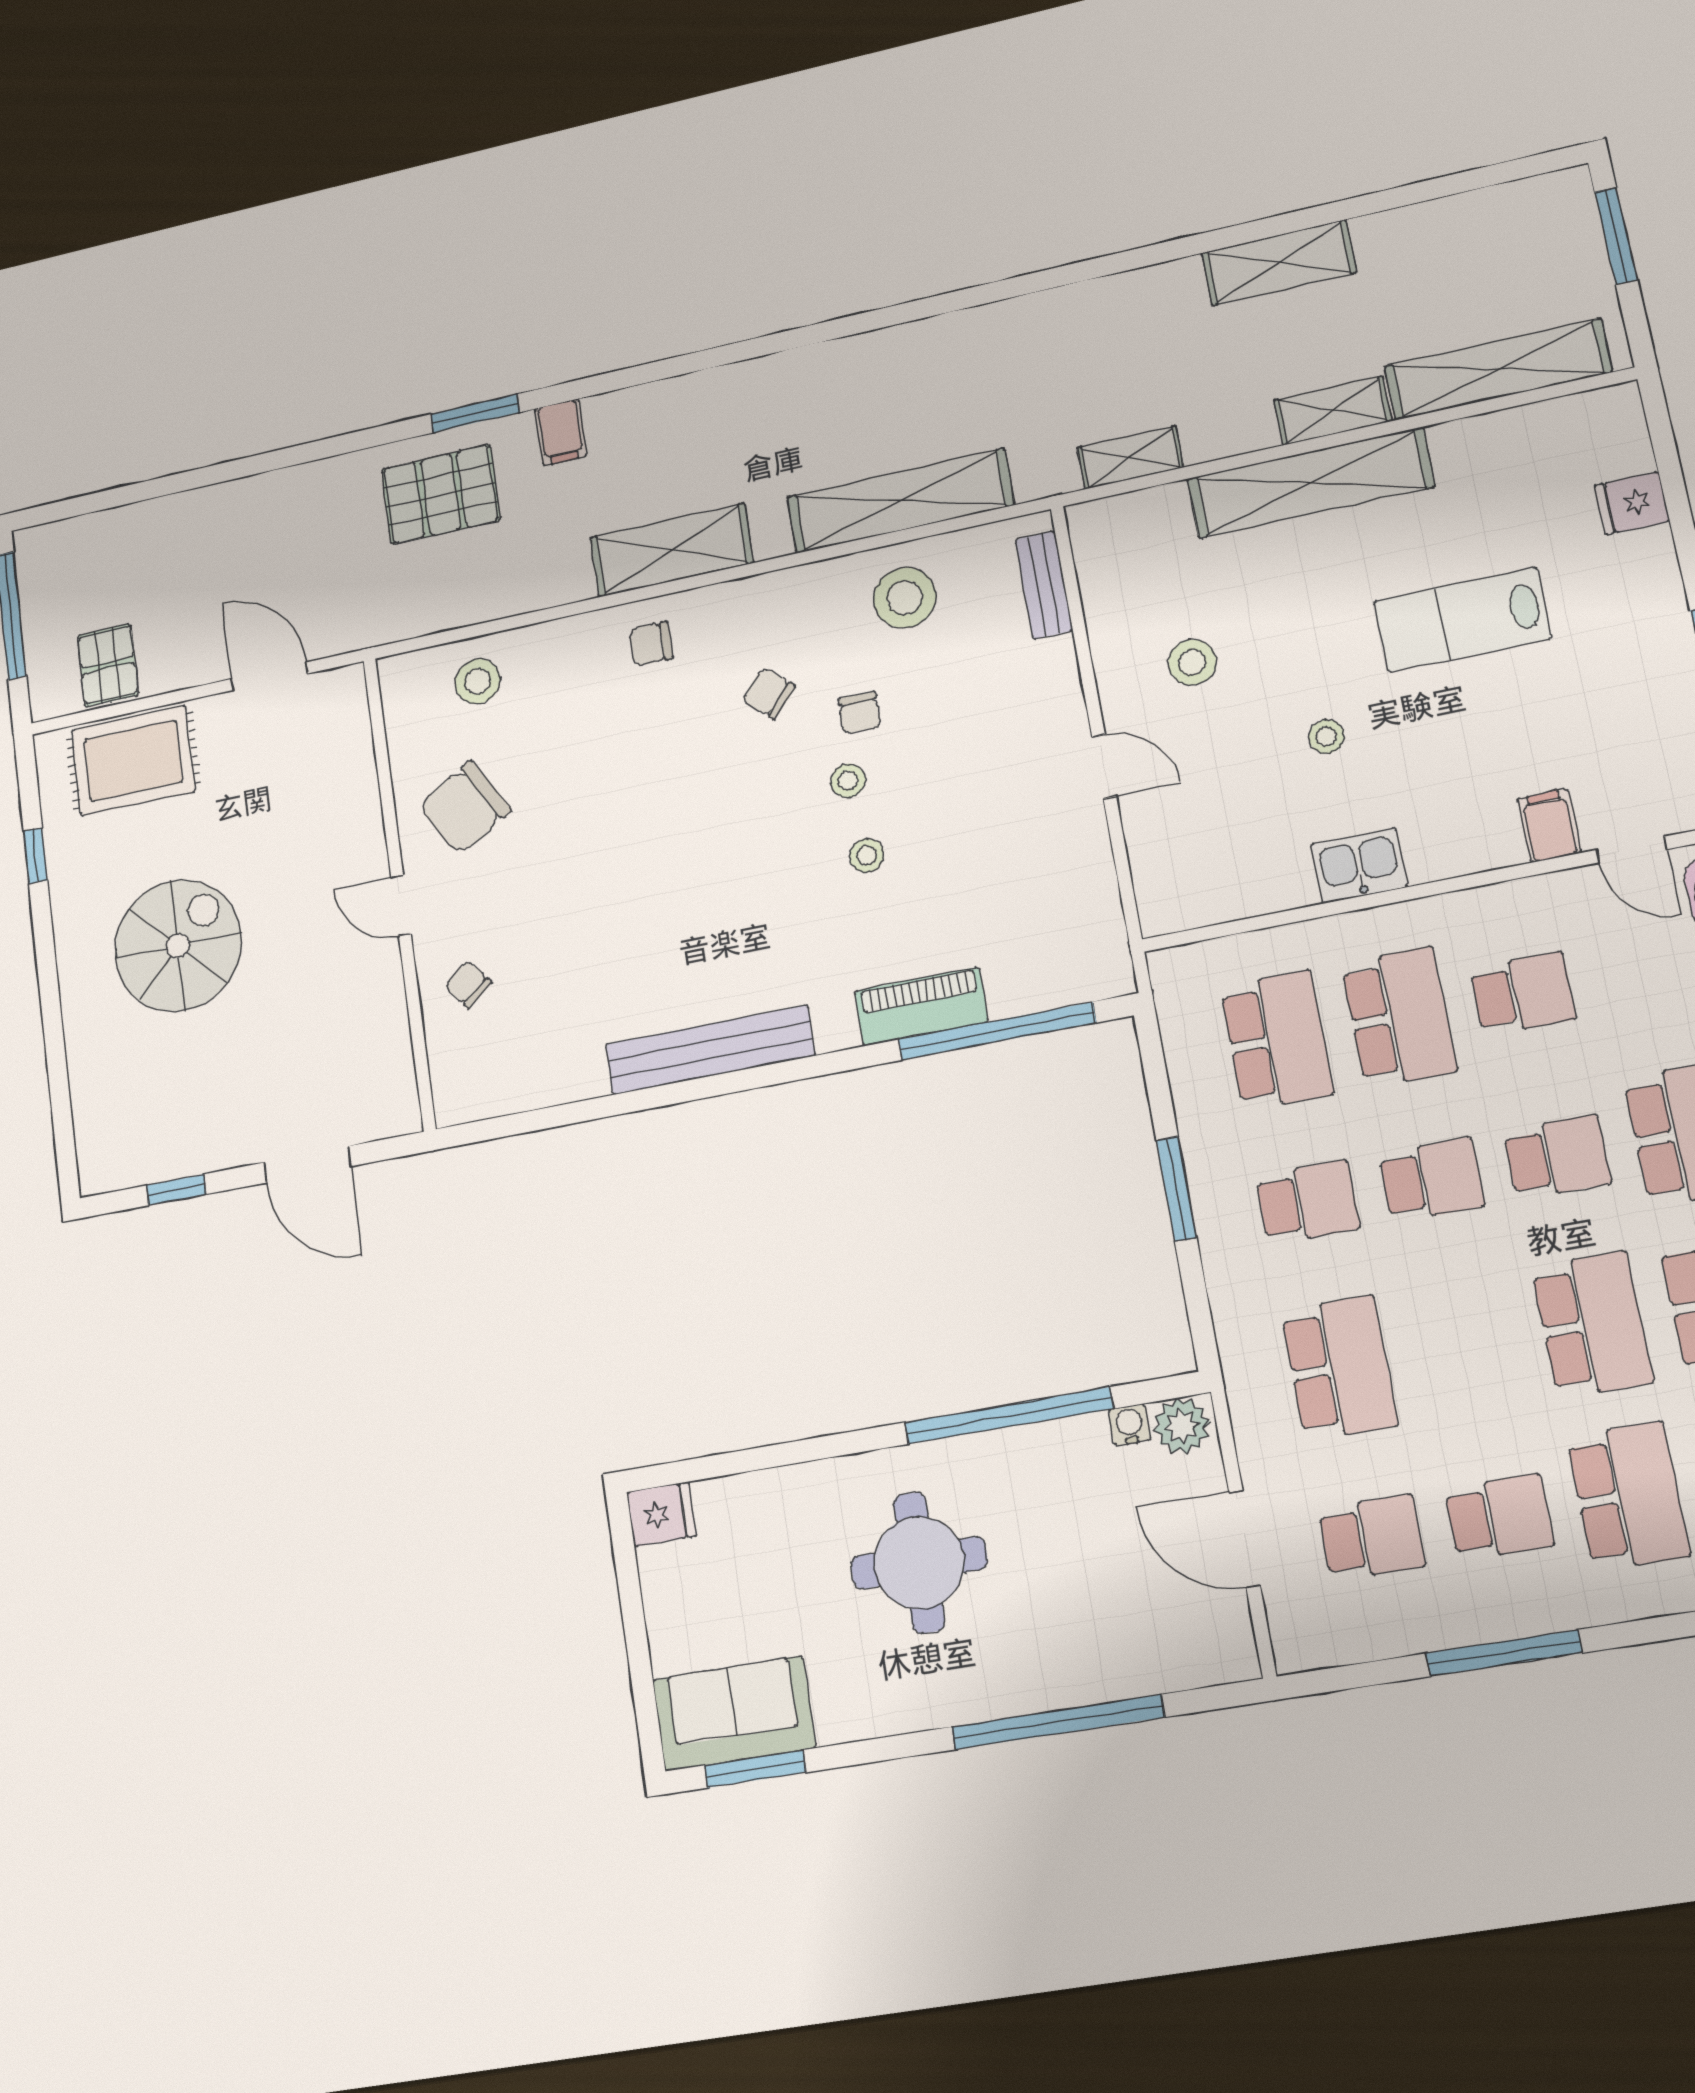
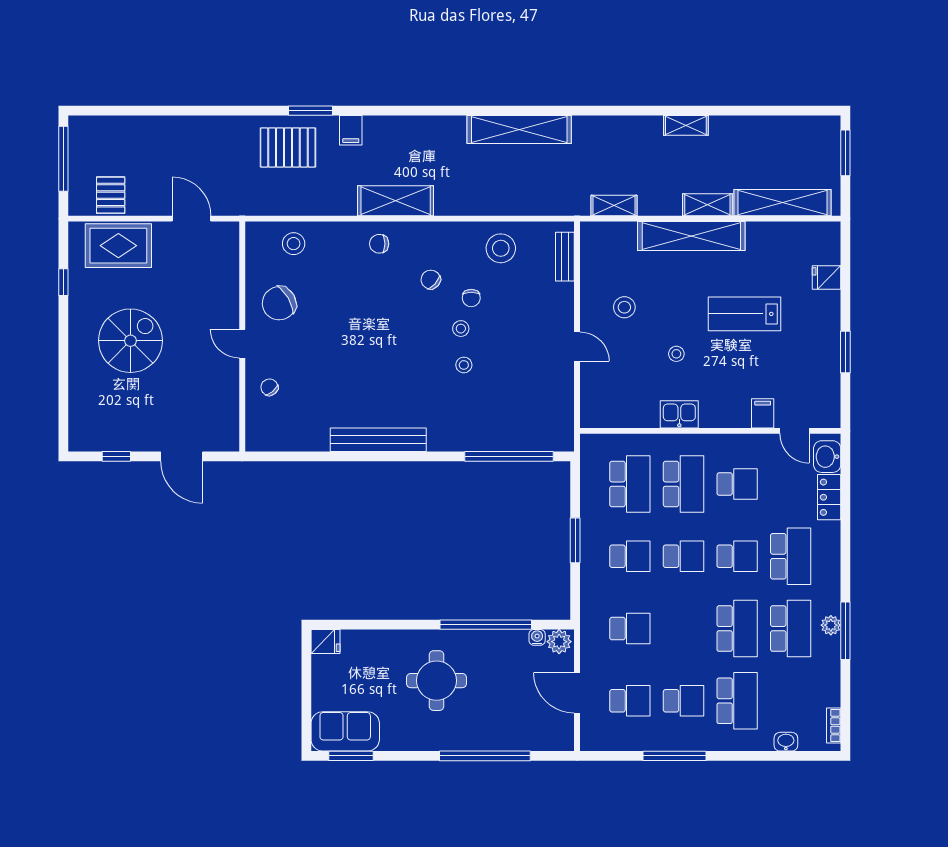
shelving: (1279, 263) -> (686, 125), width x0.67, depth x0.75
shelving: (900, 501) -> (519, 130), moved
piano: (921, 1007) -> (477, 439), removed
school desk: (1339, 1368) -> (630, 629), width x0.54

